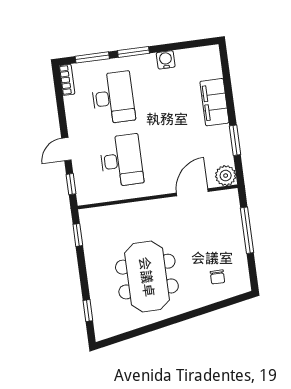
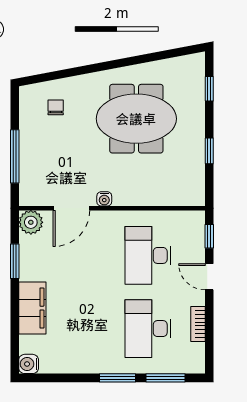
water cooler: (166, 60) -> (29, 364), moved, turned 90
bookcase: (67, 80) -> (198, 324), moved
door: (66, 149) -> (209, 277), swing flipped
water cooler: (165, 204) -> (104, 199), added
window: (78, 235) -> (209, 151), moved
meeting table: (147, 277) -> (136, 119), turned 90

